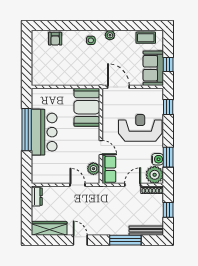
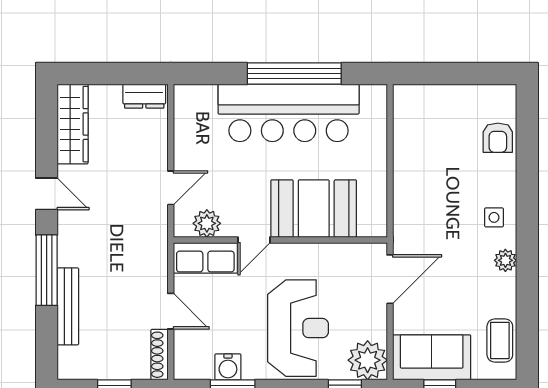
armchair: (55, 39) -> (498, 138), turned -90
booth: (87, 107) -> (314, 209), moved
bar counter: (44, 132) -> (289, 113), width x1.36
plant: (155, 175) -> (368, 360), moved
bench: (146, 231) -> (68, 306), moved
door: (80, 240) -> (47, 194), hinge flipped
window: (125, 240) -> (47, 270), moved

